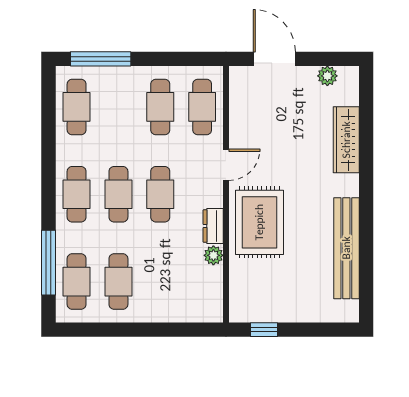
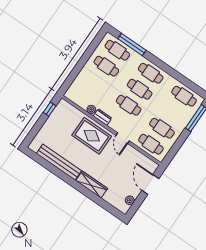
door: (274, 59) -> (150, 184), swing flipped
wardrobe: (346, 140) -> (92, 185), moved

